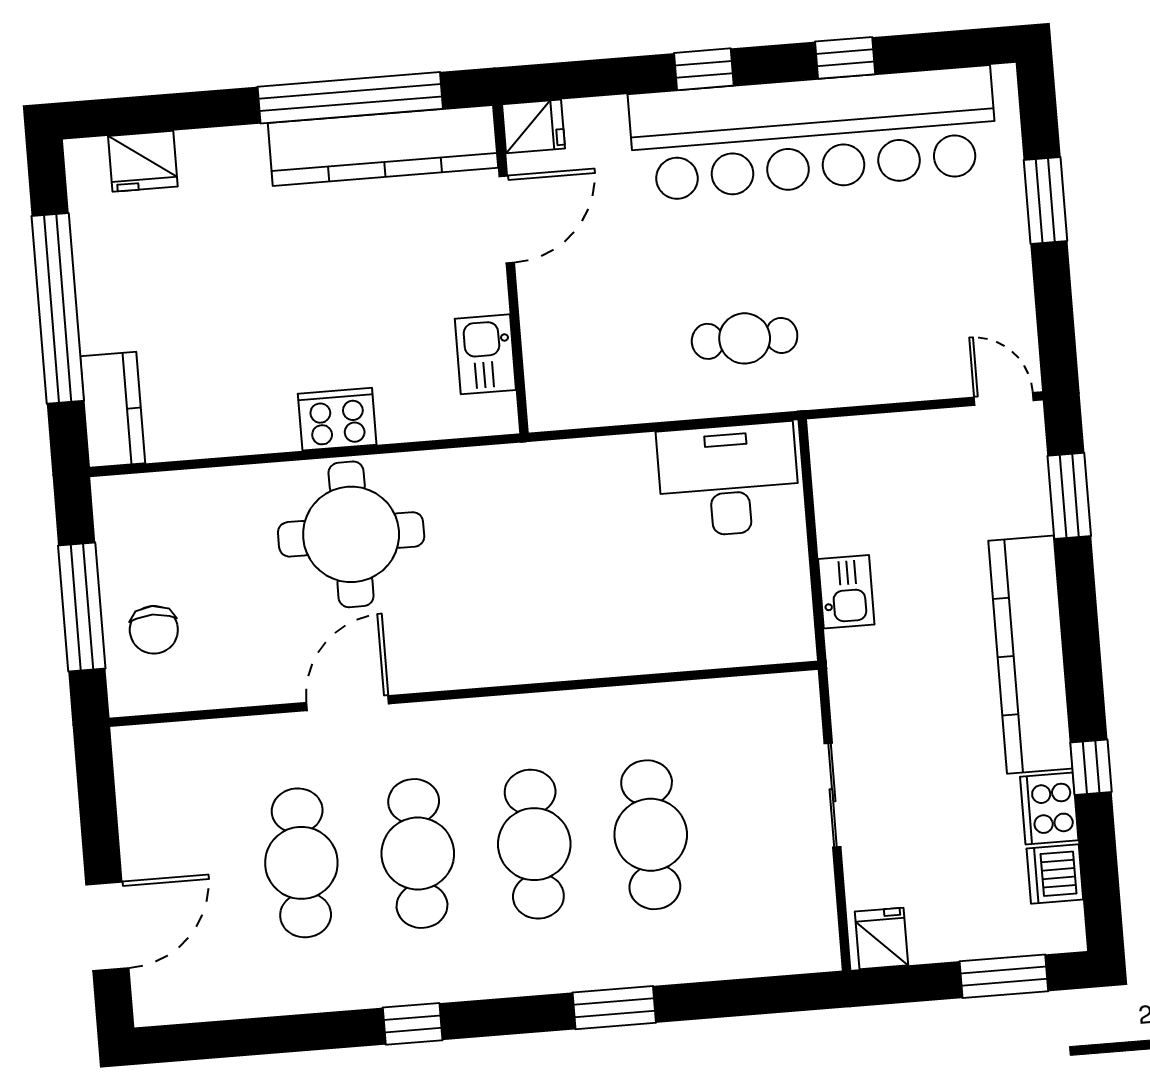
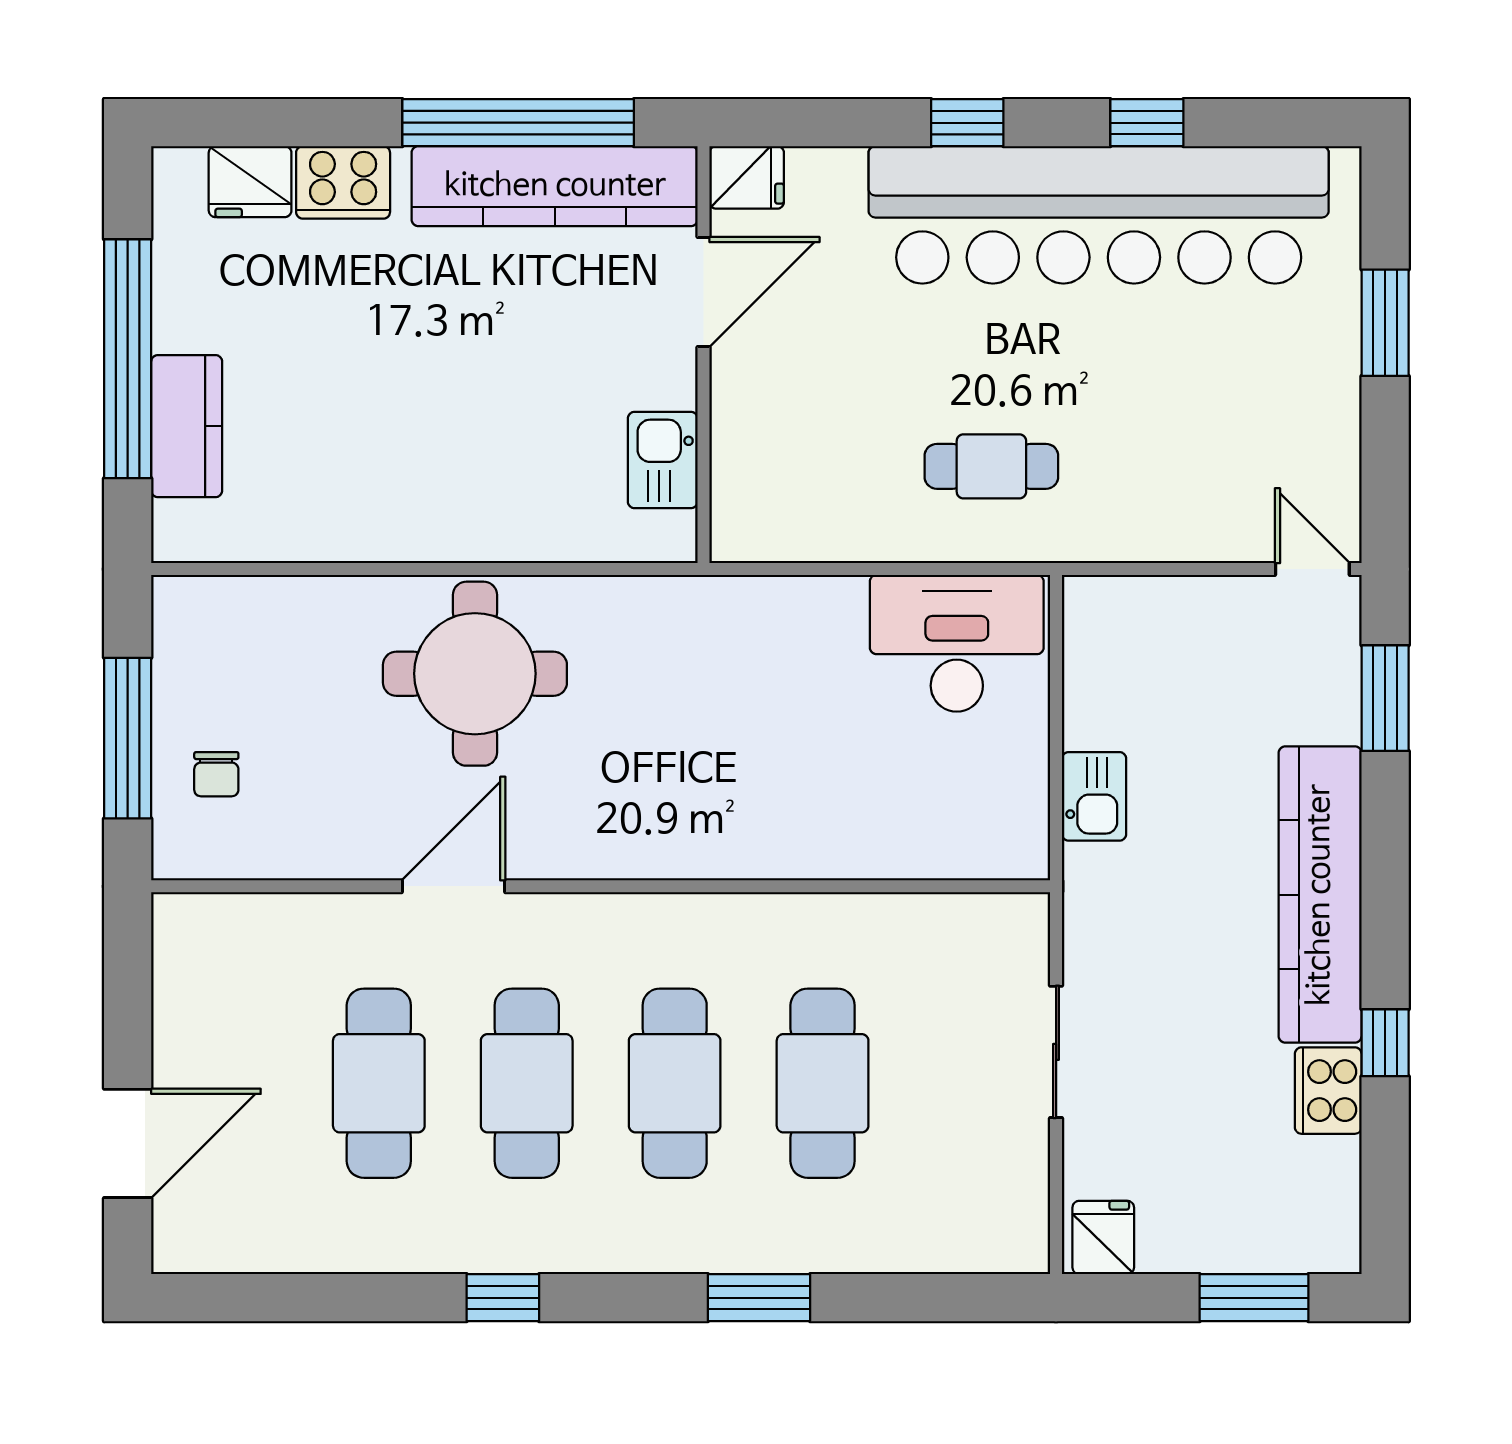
kitchen counter: (113, 410) -> (187, 426), moved
cooker: (337, 419) -> (343, 182), moved, turned 180
chair: (154, 630) -> (216, 774), width x0.73, depth x0.73
dishwasher: (1055, 874) -> (1329, 1174), removed

